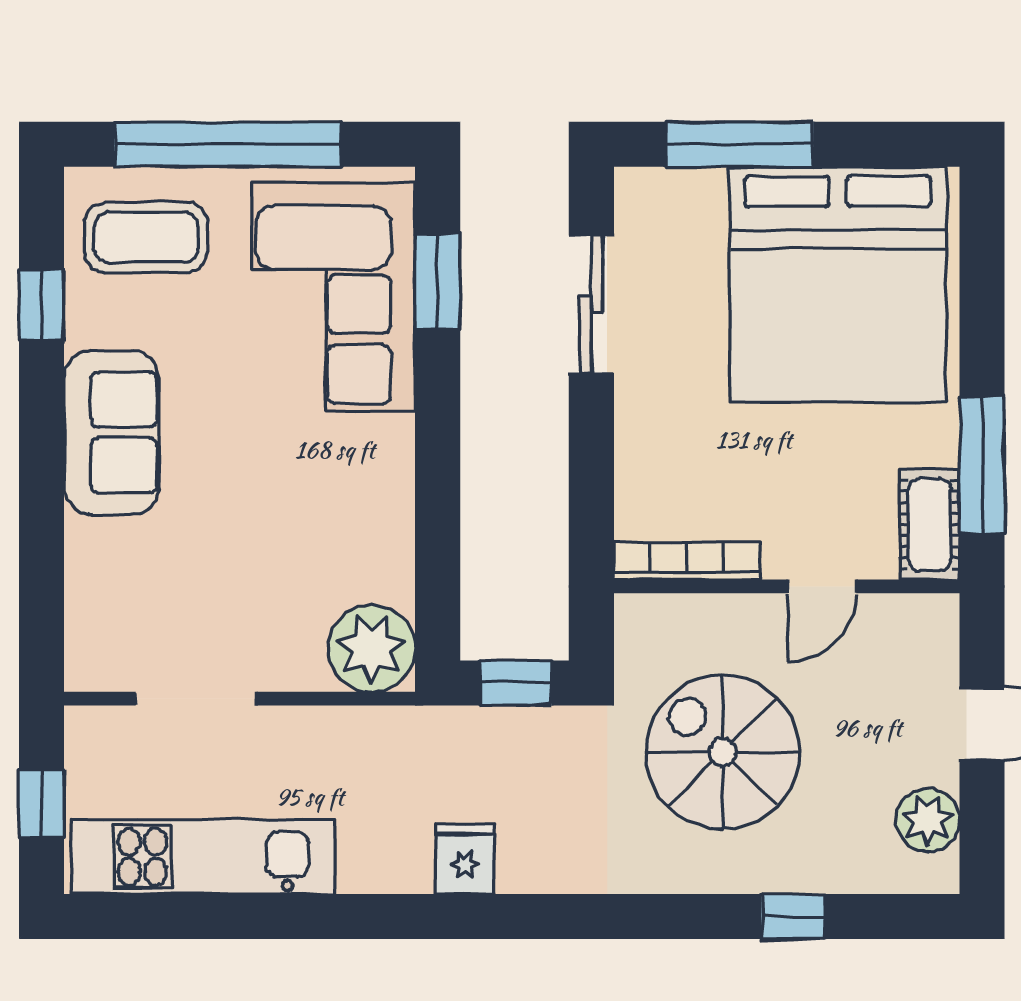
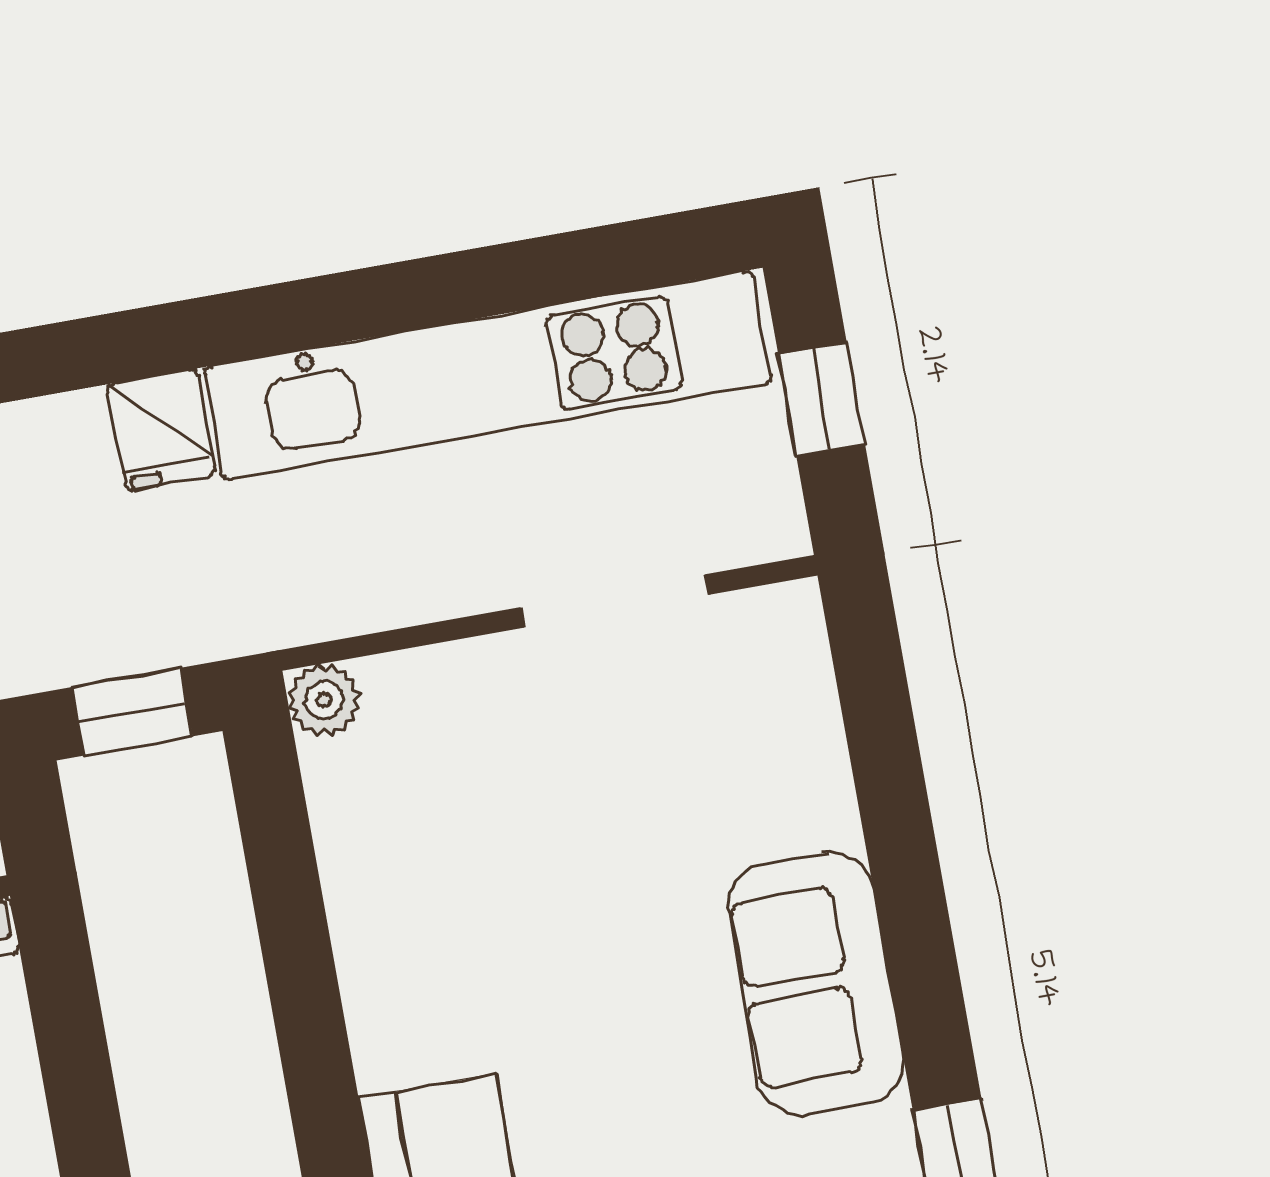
plant: (371, 648) -> (324, 700), width x0.53, depth x0.53
kitchen unit: (203, 857) -> (488, 375), width x1.36

